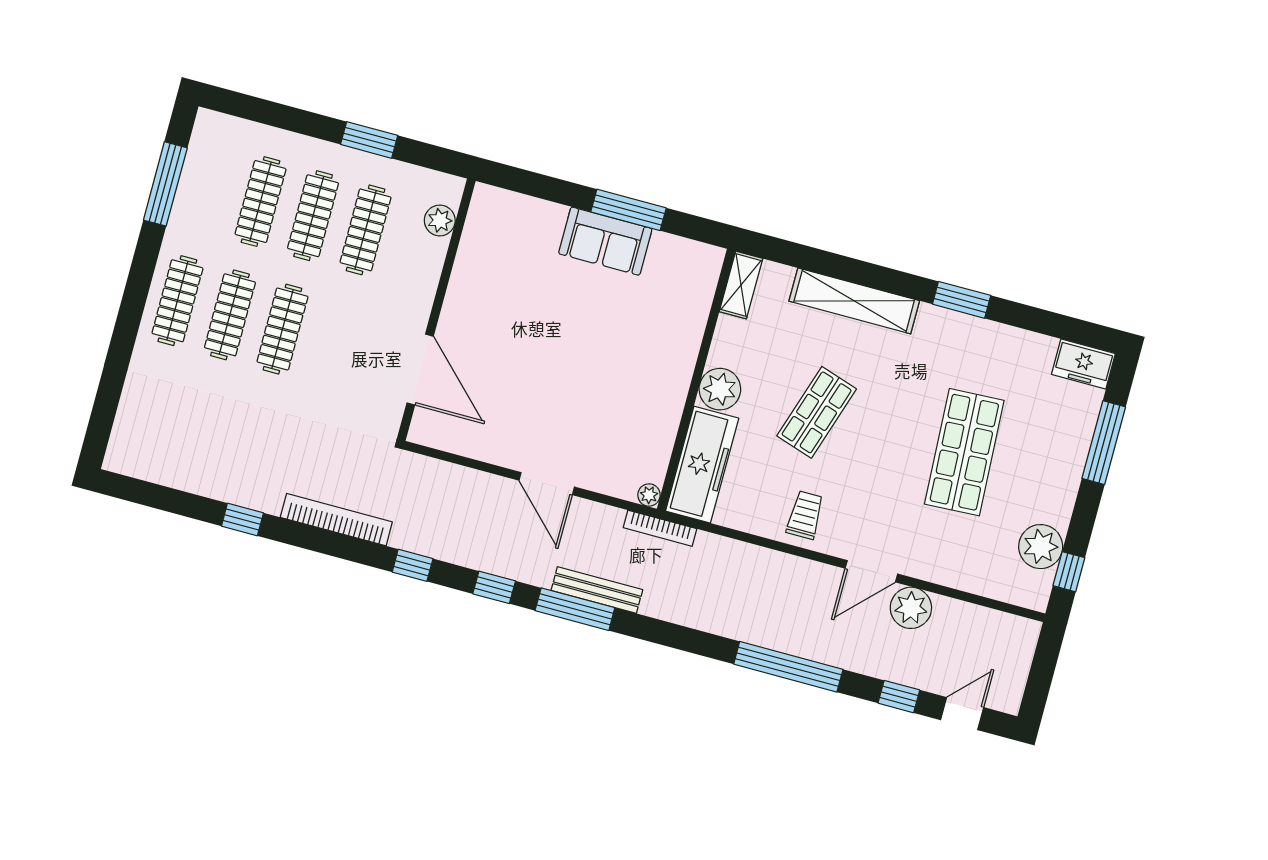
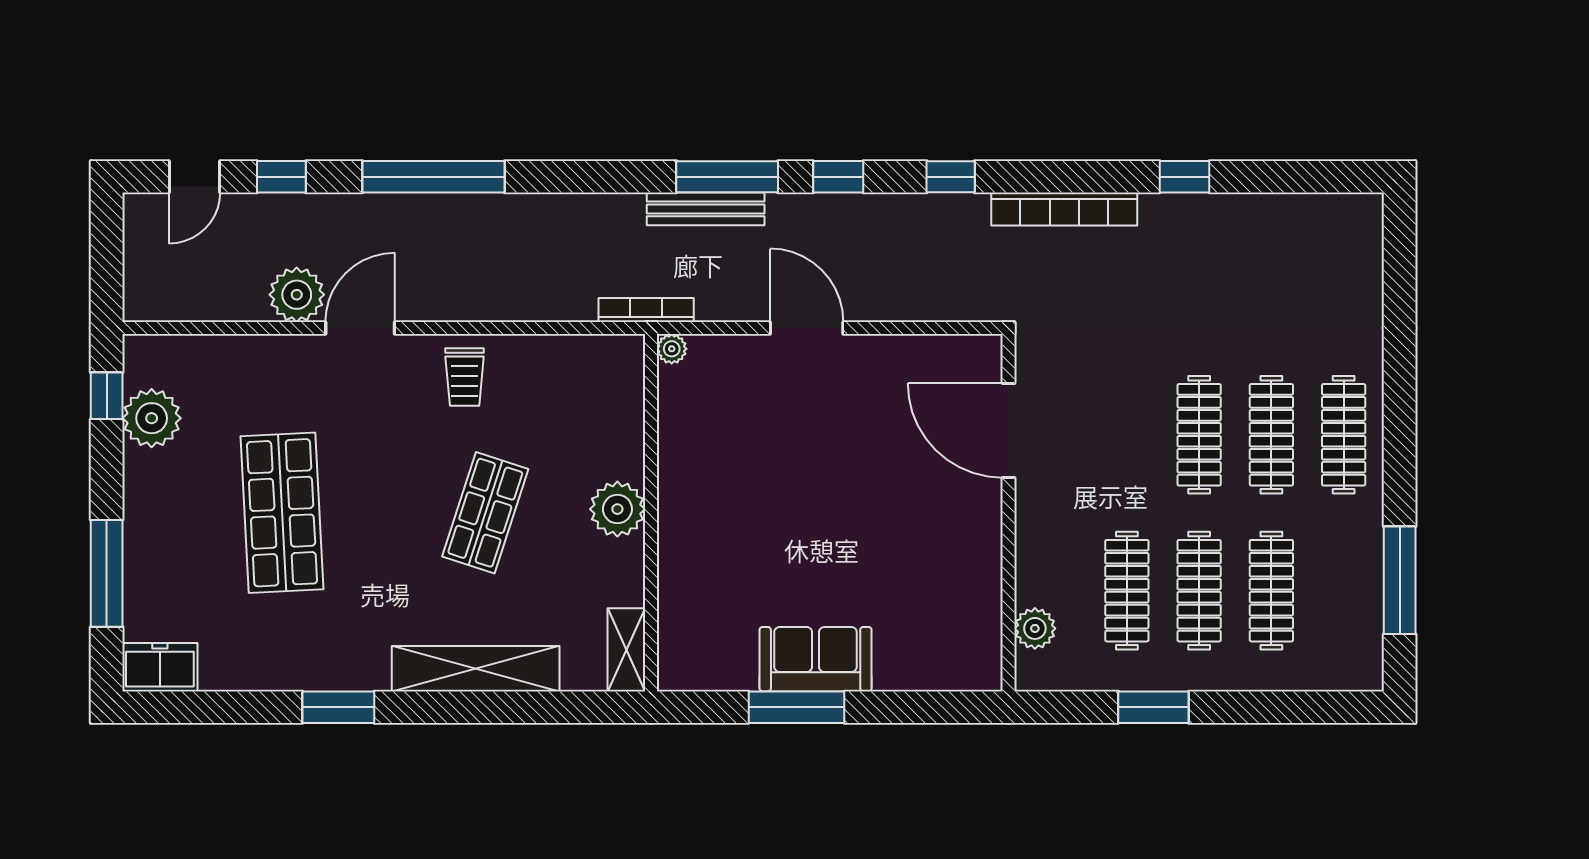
freezer: (702, 465) -> (614, 406), removed

